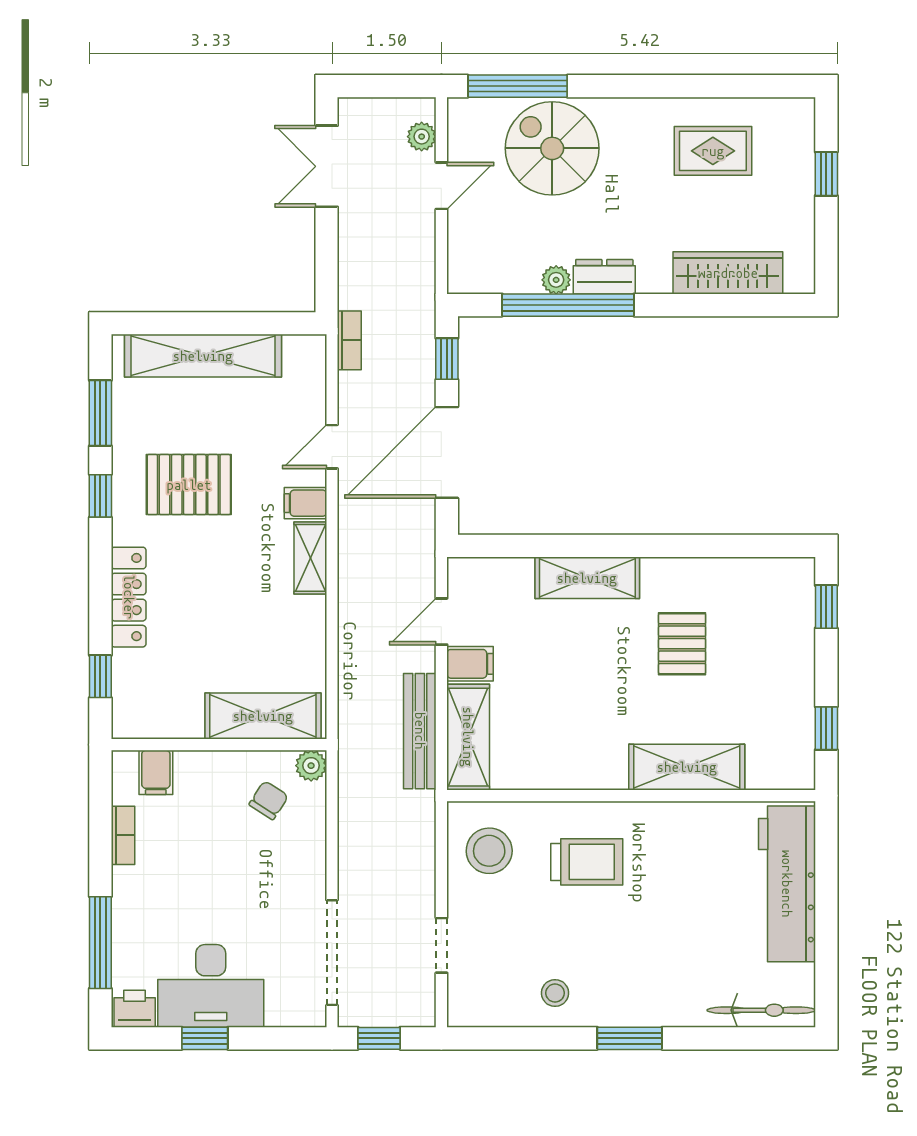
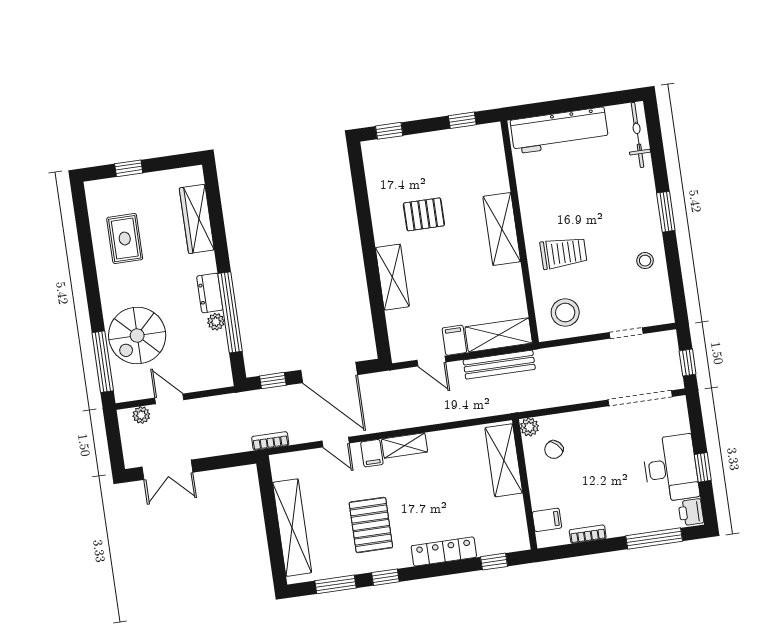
shelving: (687, 767) -> (502, 229), moved
chair: (269, 800) -> (554, 450), turned -79
trolley: (587, 862) -> (563, 253), turned 90

